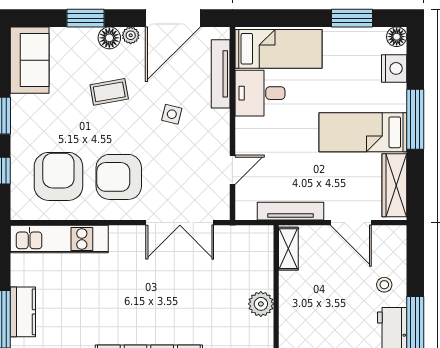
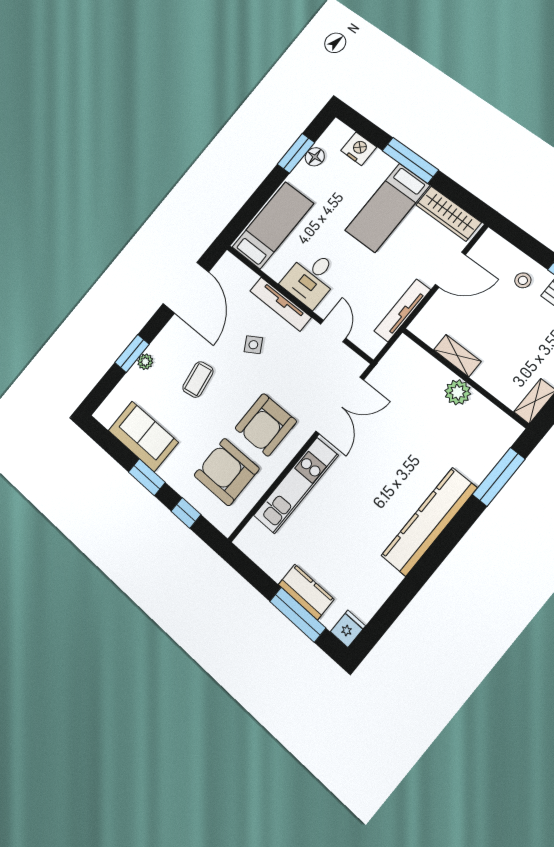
plant: (131, 35) -> (145, 362), moved
floor lamp: (397, 37) -> (315, 157), moved
floor lamp: (109, 38) -> (160, 347), removed
sofa: (30, 60) -> (143, 436), moved
tv unit: (221, 74) -> (280, 304), moved
desk: (260, 93) -> (311, 278), moved
side table: (172, 114) -> (253, 345), turned 45
kitchen unit: (59, 239) -> (296, 485), moved
shelving: (288, 249) -> (457, 356), moved

